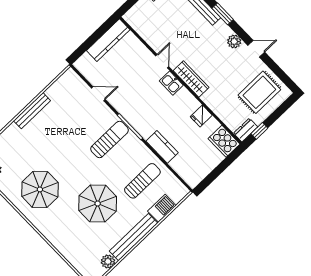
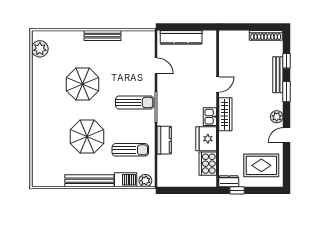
kitchen counter: (108, 40) -> (181, 37), moved
door: (256, 49) -> (286, 135), swing flipped
kitchen sink: (171, 83) -> (210, 117), moved
fridge: (201, 116) -> (206, 139), width x1.88, depth x1.34
cooker: (224, 141) -> (208, 164), moved
parasol: (40, 189) -> (83, 84), moved
plant: (108, 261) -> (145, 181), moved

